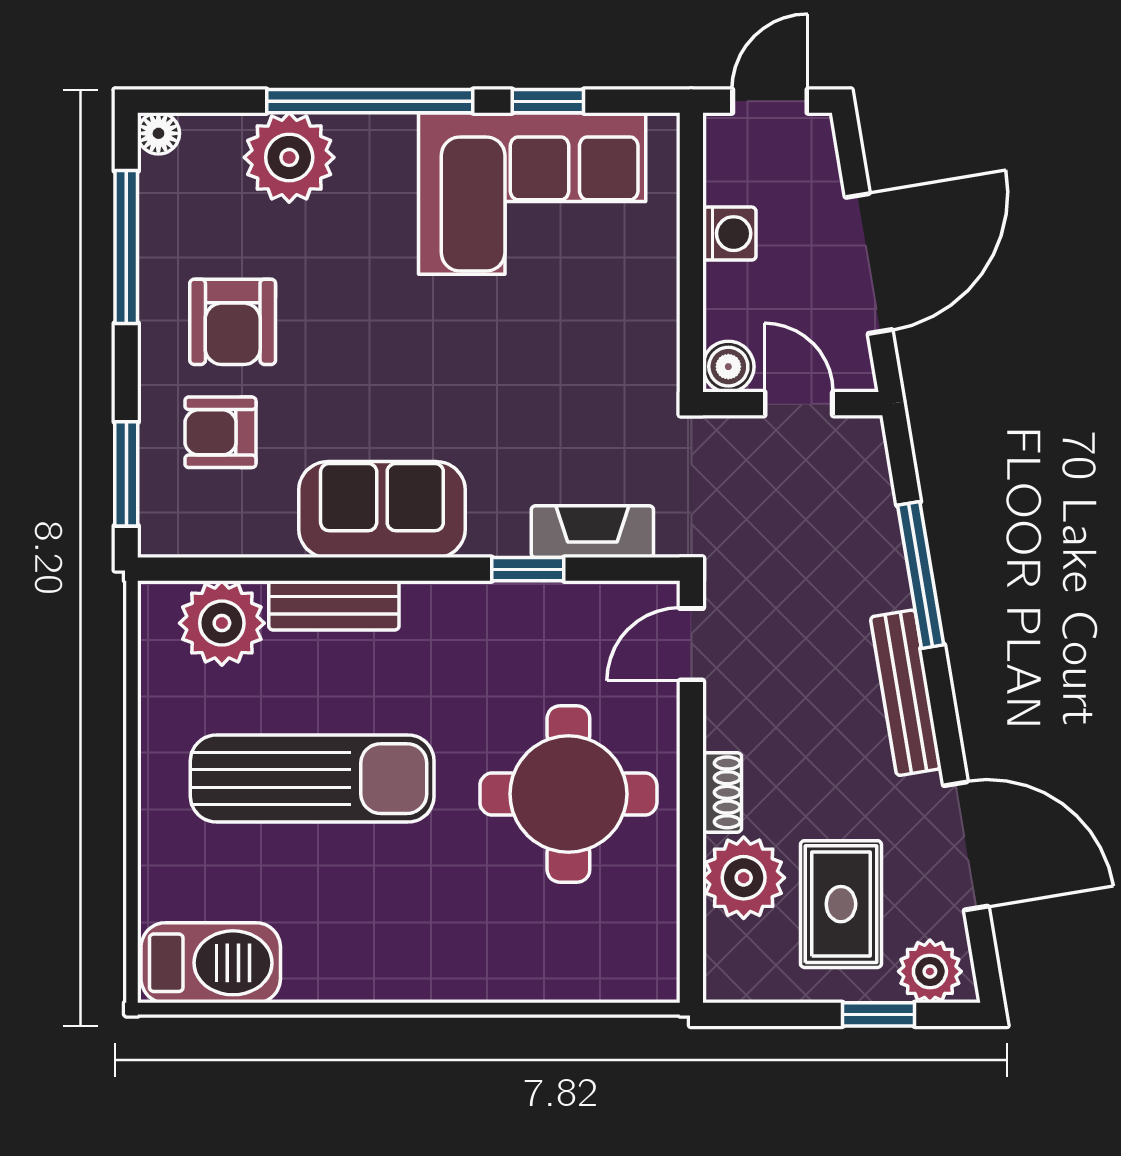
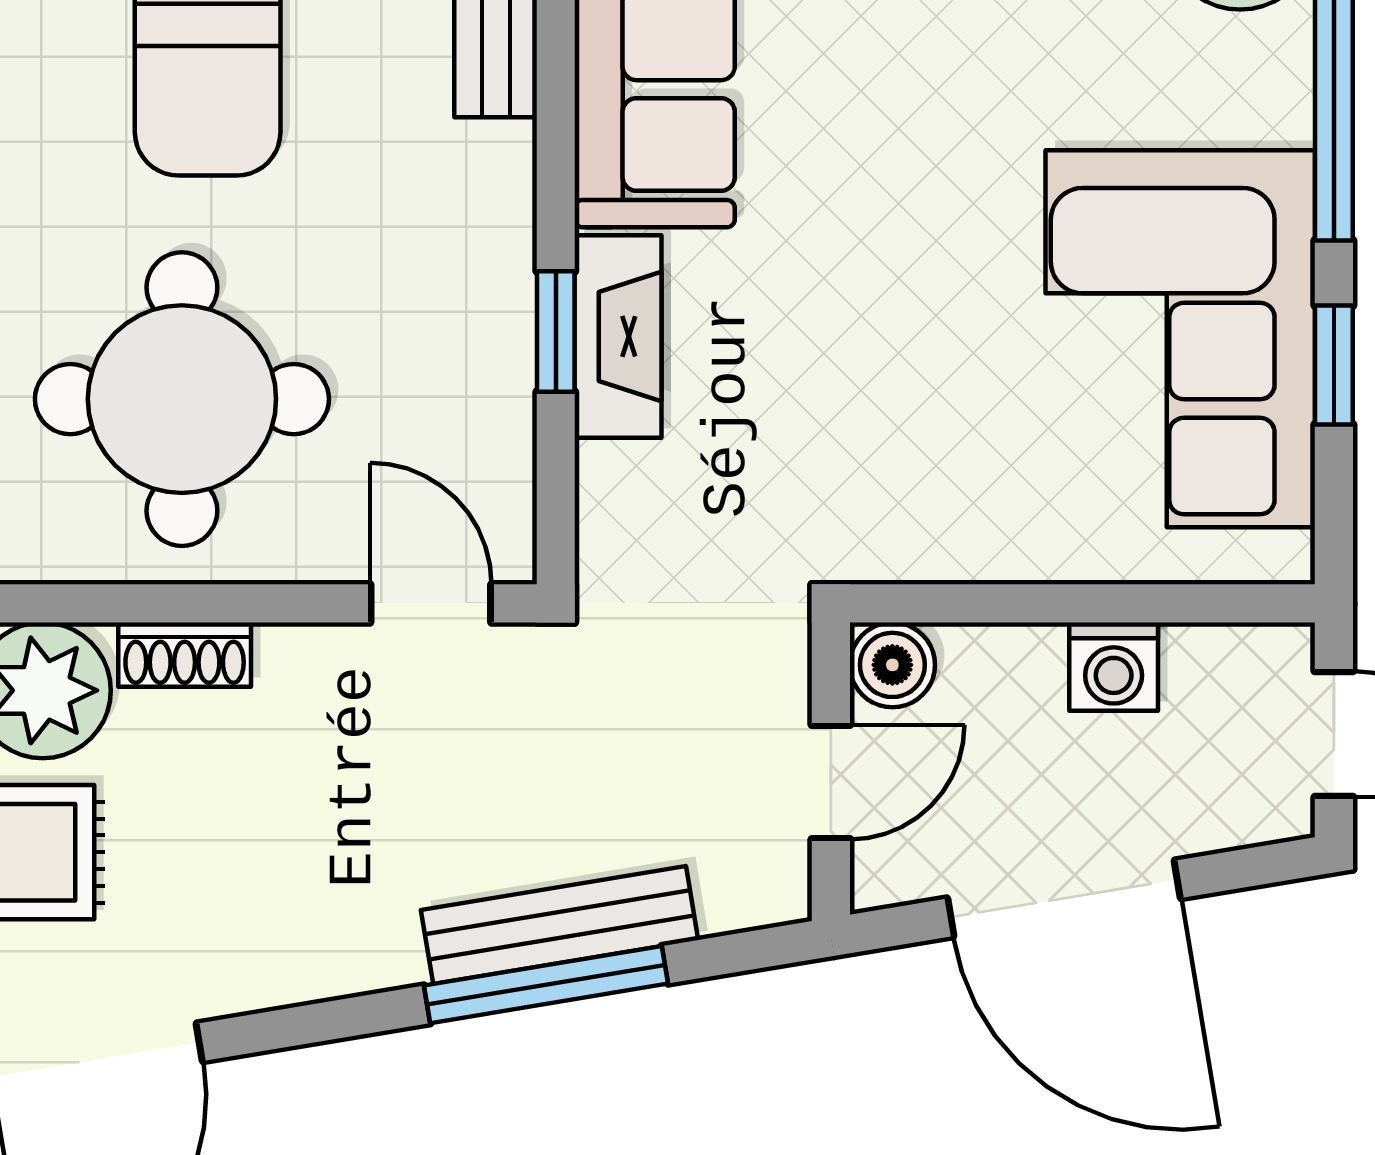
fireplace: (592, 532) -> (618, 336), moved
bench: (906, 693) -> (560, 925), moved

